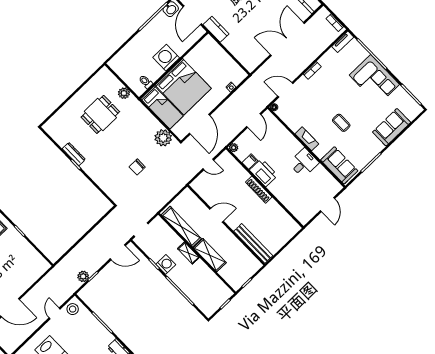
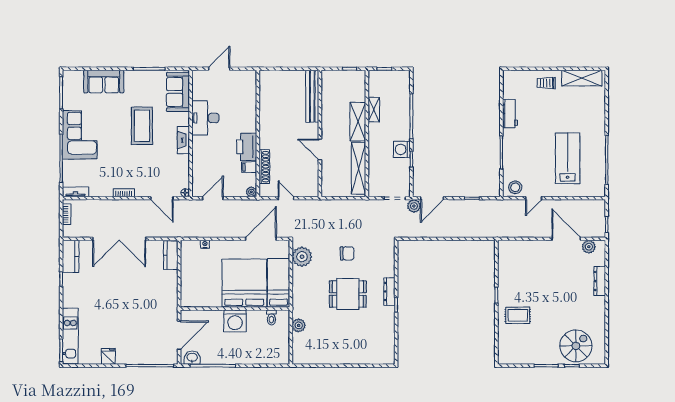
kitchen counter: (216, 29) -> (171, 255), moved
dining table: (100, 114) -> (348, 294), moved
coffee table: (341, 123) -> (142, 126), width x1.86, depth x1.72
dresser: (74, 154) -> (389, 291), moved
desk: (304, 163) -> (205, 118), width x1.37
shoe rack: (259, 190) -> (264, 167), moved
door: (118, 252) -> (432, 198), swing flipped
shelving: (188, 253) -> (374, 110), moved
plant: (83, 276) -> (414, 206), moved

